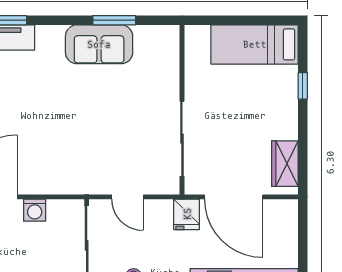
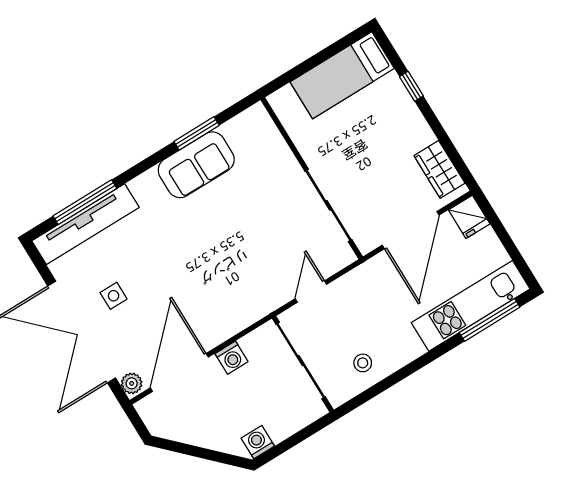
door: (127, 197) -> (311, 291), swing flipped
door: (234, 197) -> (411, 230), hinge flipped
fridge: (187, 214) -> (469, 217), moved

